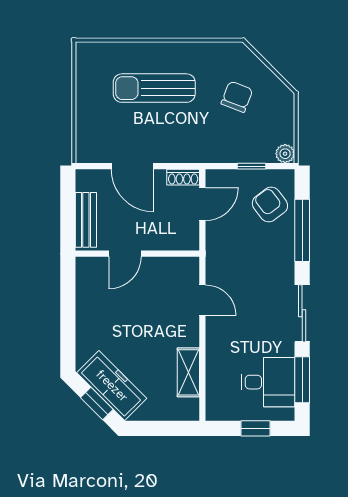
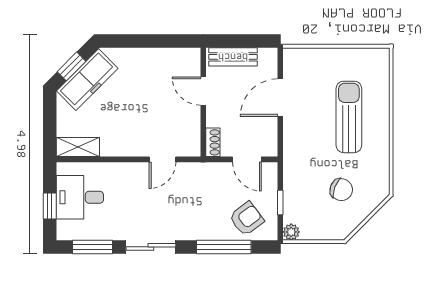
shoe rack: (183, 177) -> (213, 142), moved, turned 180
shelving: (188, 372) -> (78, 147), moved
desk: (268, 382) -> (80, 197), moved, turned 90

